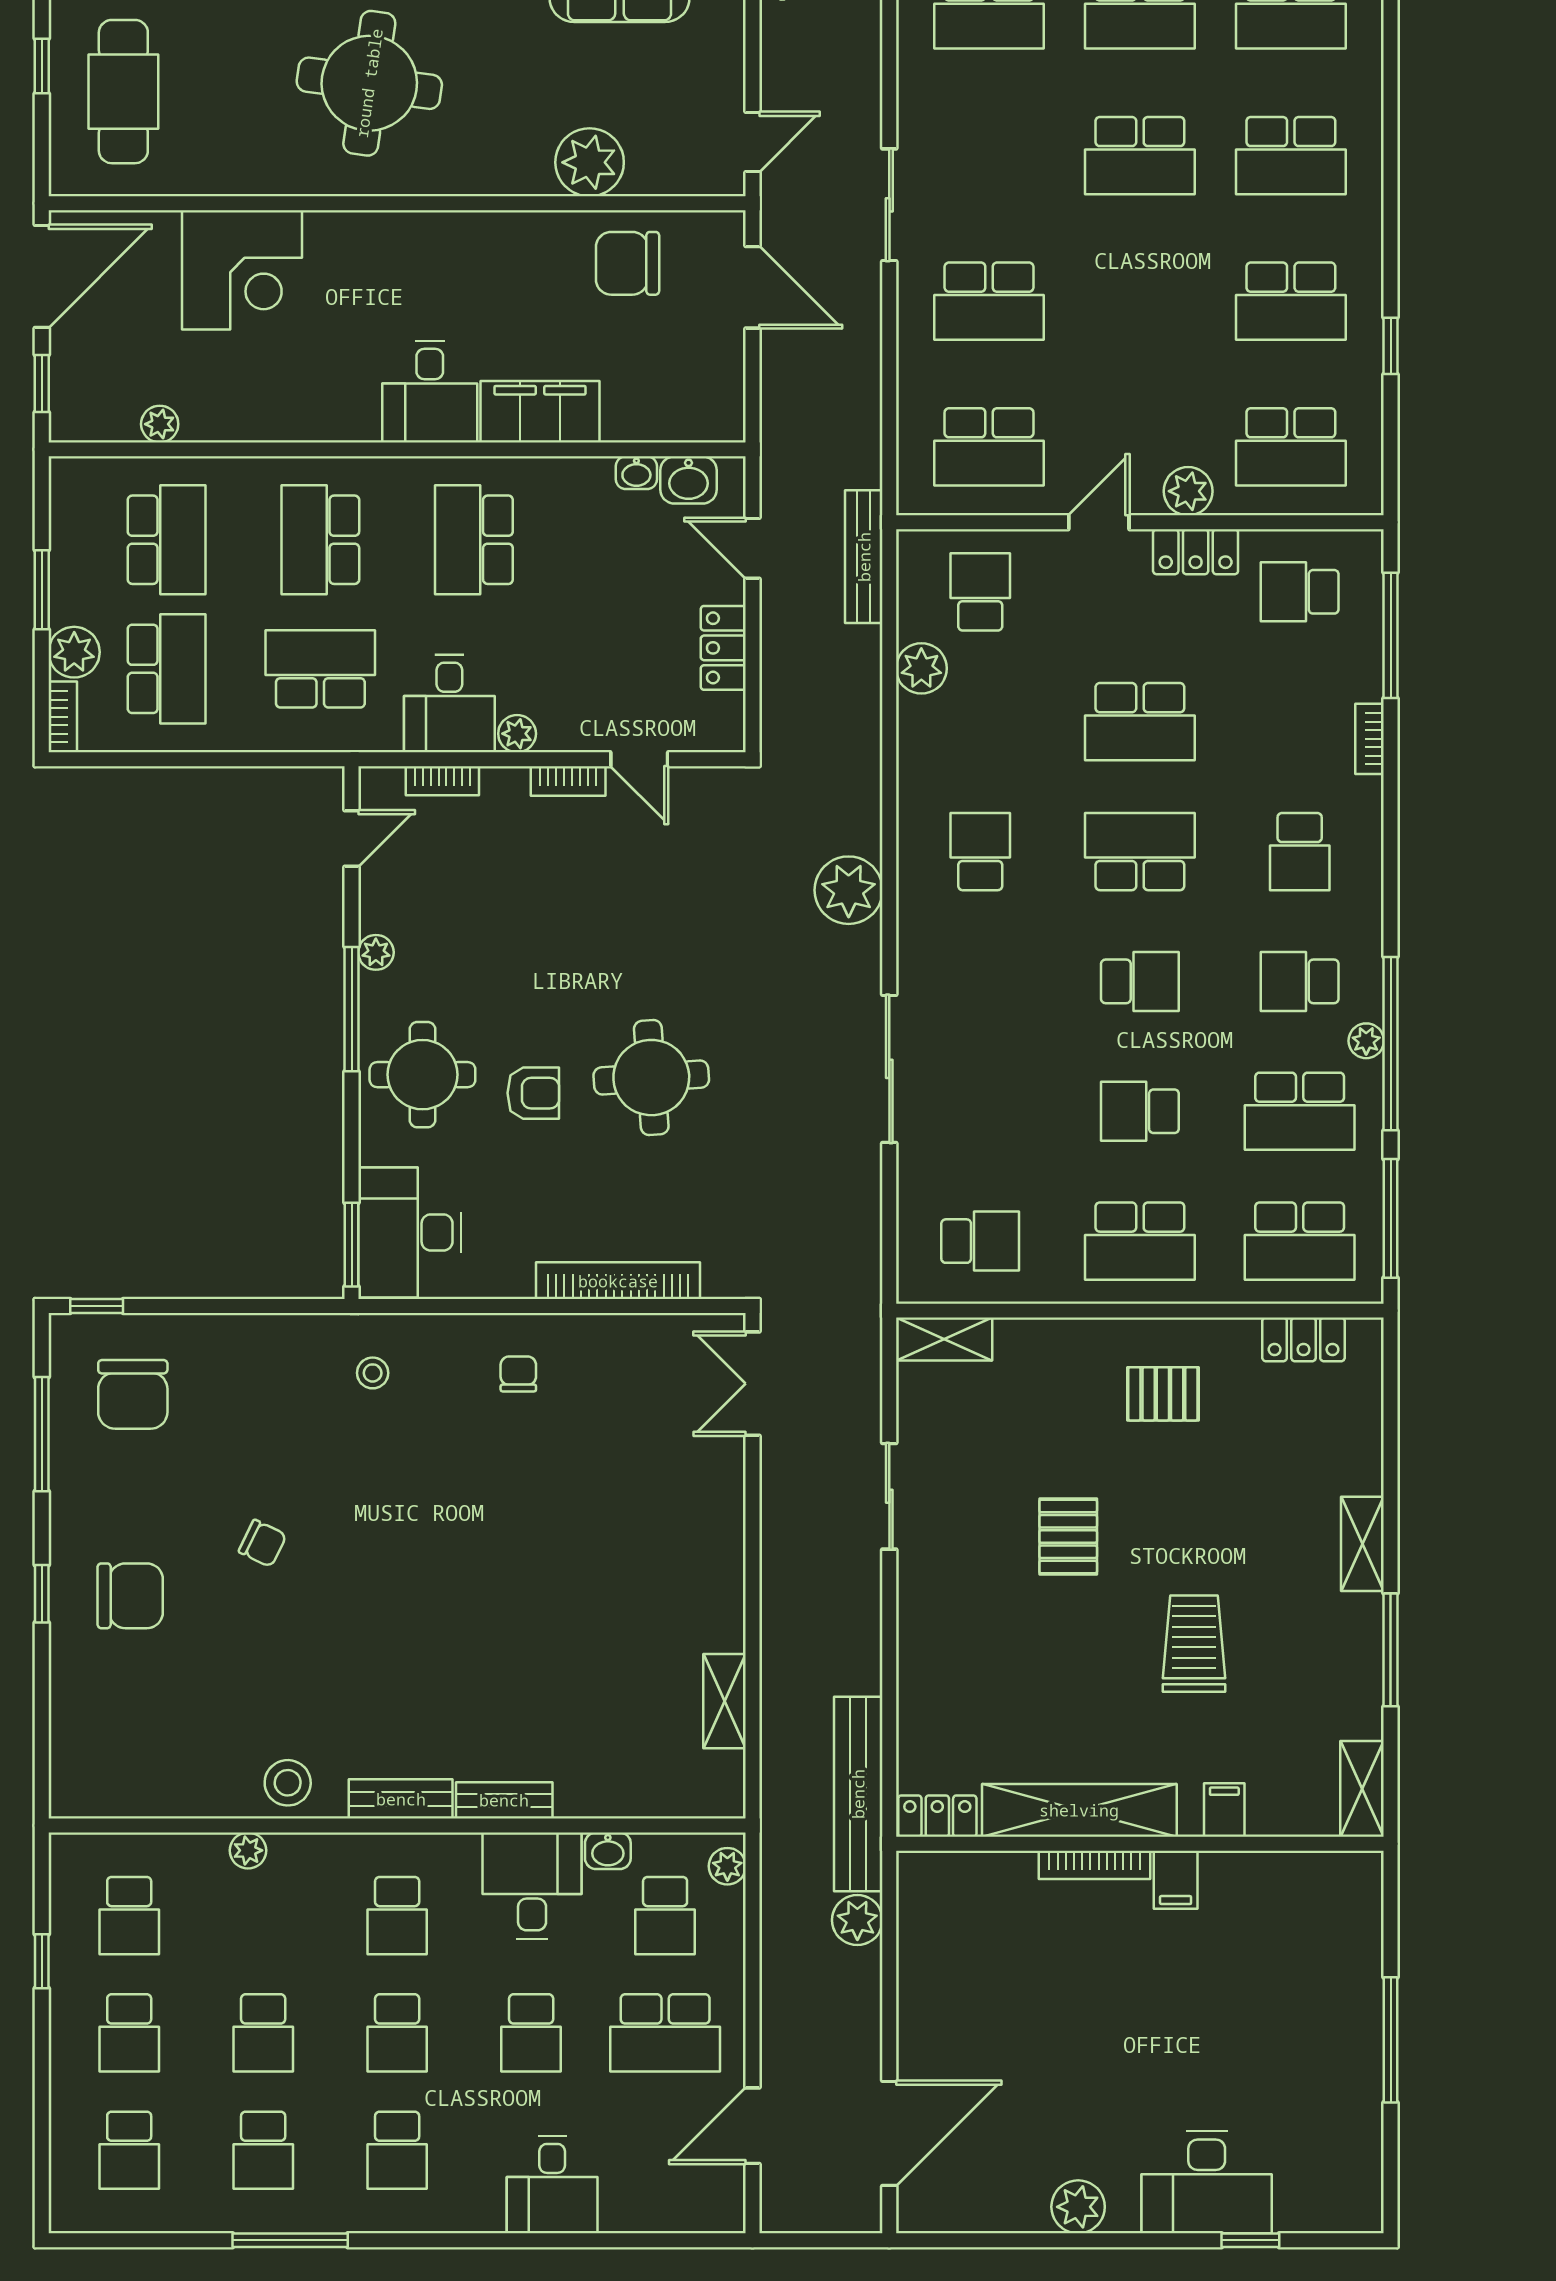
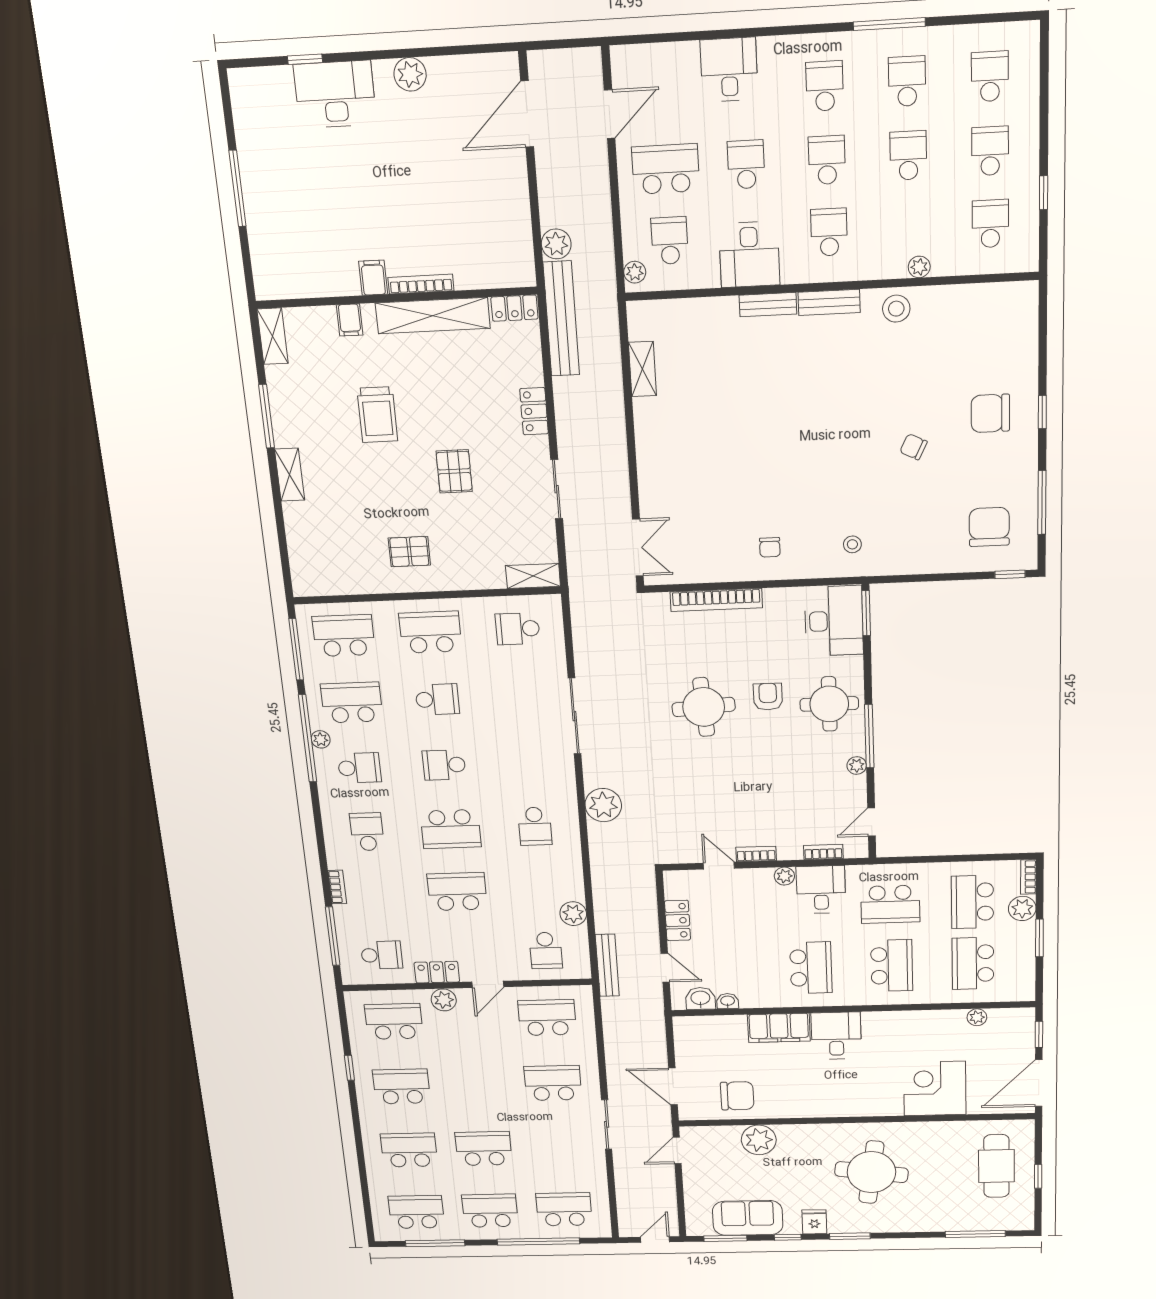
armchair: (533, 1093) -> (768, 697), turned 90
locker: (1304, 1339) -> (534, 411), moved, turned -90
washbasin: (608, 1851) -> (706, 278), removed

